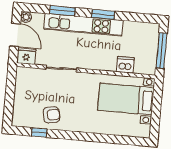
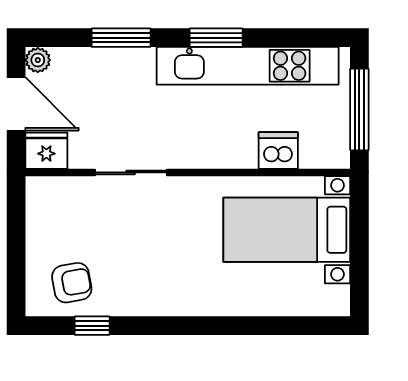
kitchen unit: (83, 25) -> (248, 66), moved
armchair: (51, 115) -> (72, 283), moved

